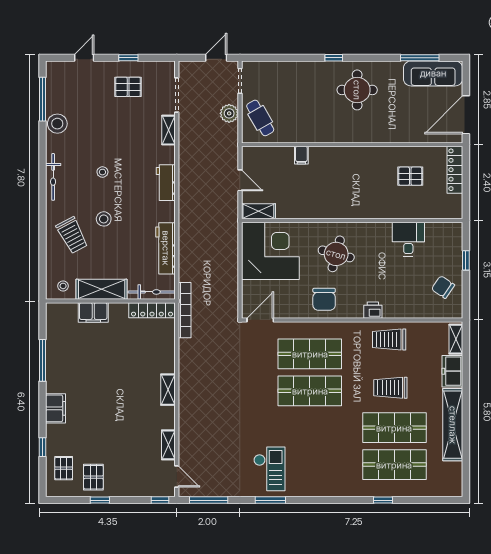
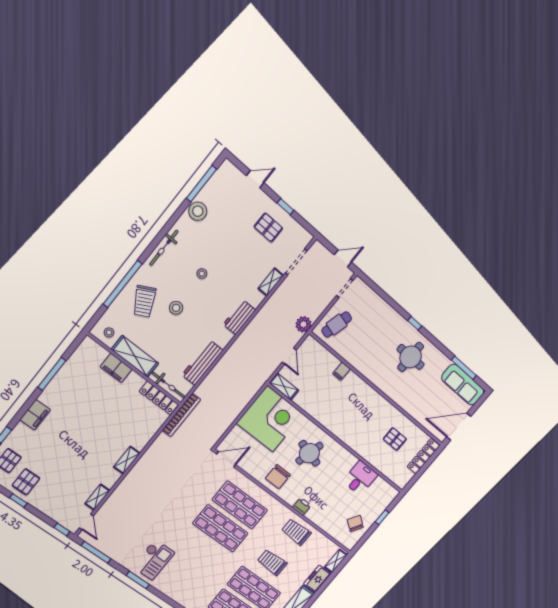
plant: (229, 113) -> (303, 324), moved
cafe table: (260, 118) -> (337, 324), turned 45
window: (42, 235) -> (123, 284), added

